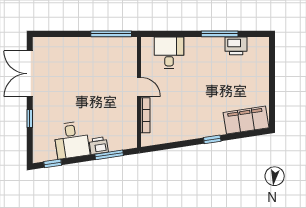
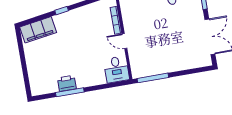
printer: (236, 46) -> (67, 83), moved
desk: (169, 53) -> (116, 69), moved

